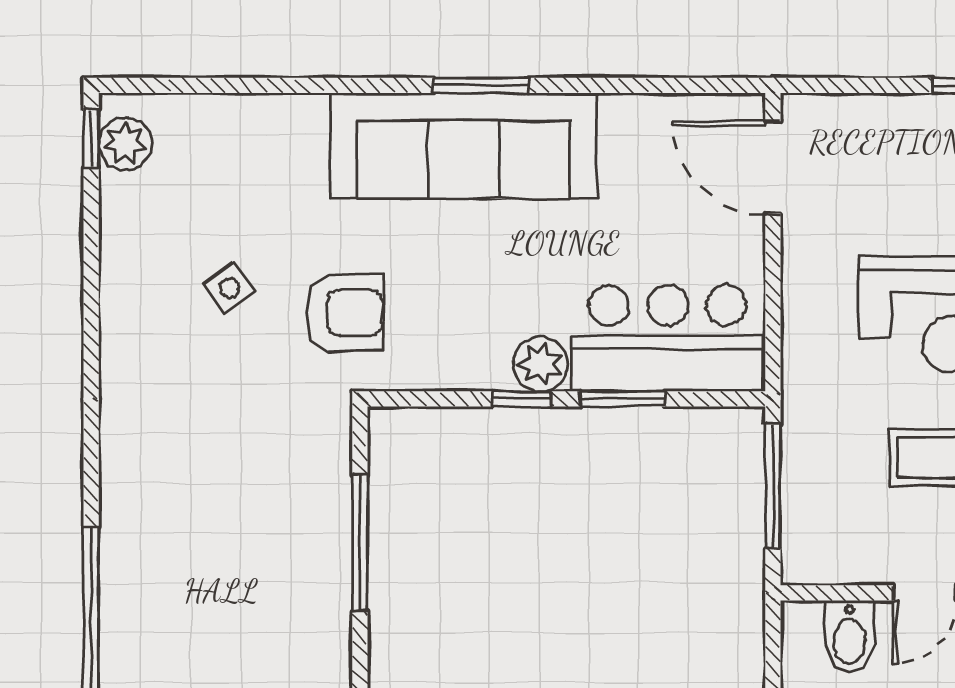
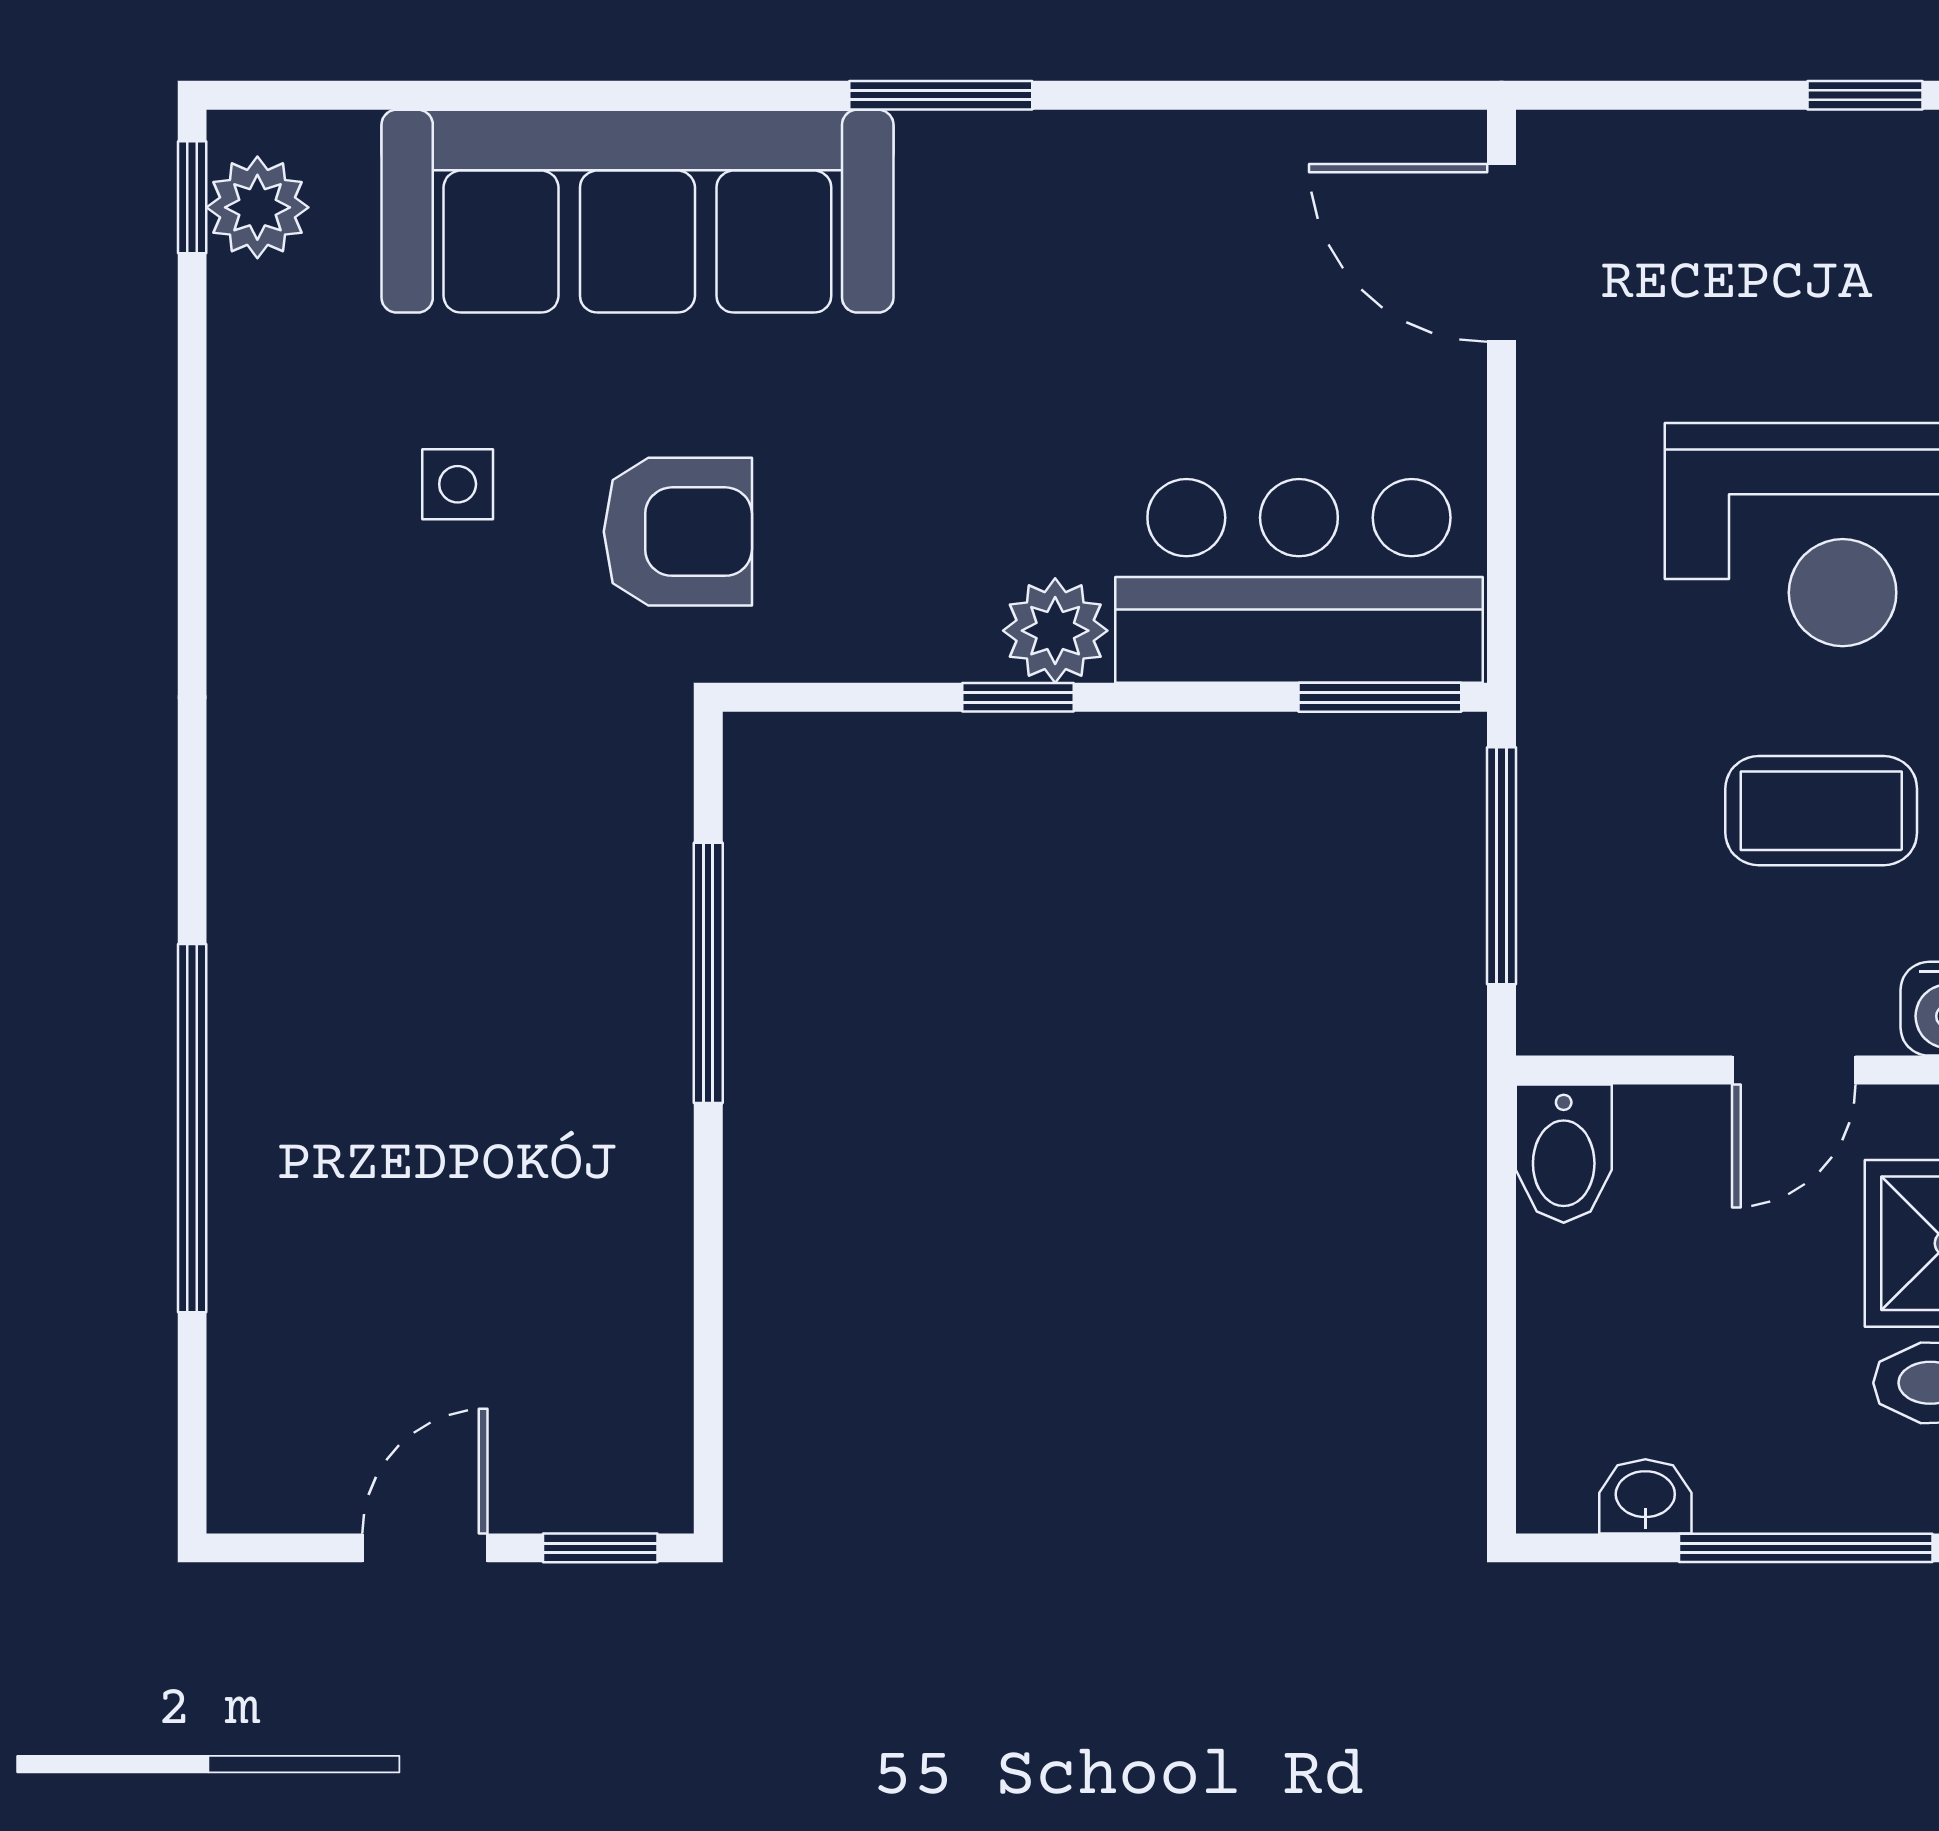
sofa: (464, 146) -> (637, 211), moved
side table: (229, 288) -> (458, 484), turned 36
window: (623, 399) -> (1380, 697), moved
bidet: (850, 636) -> (1564, 1154), moved

